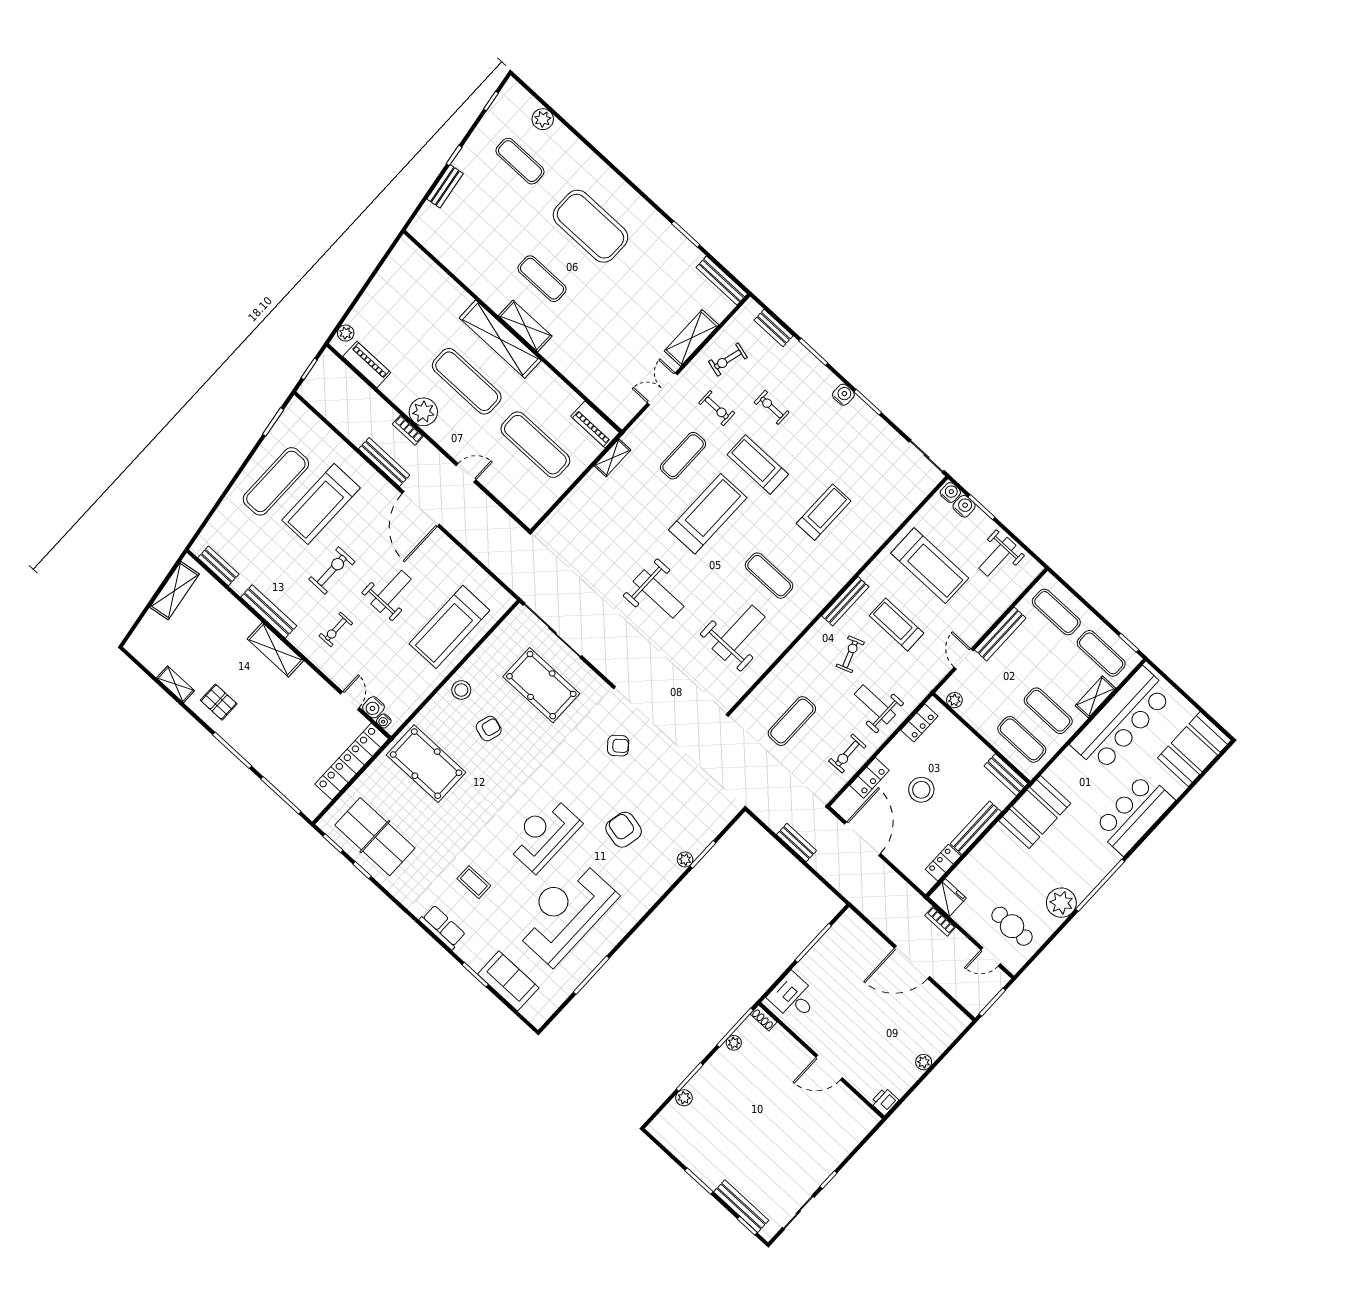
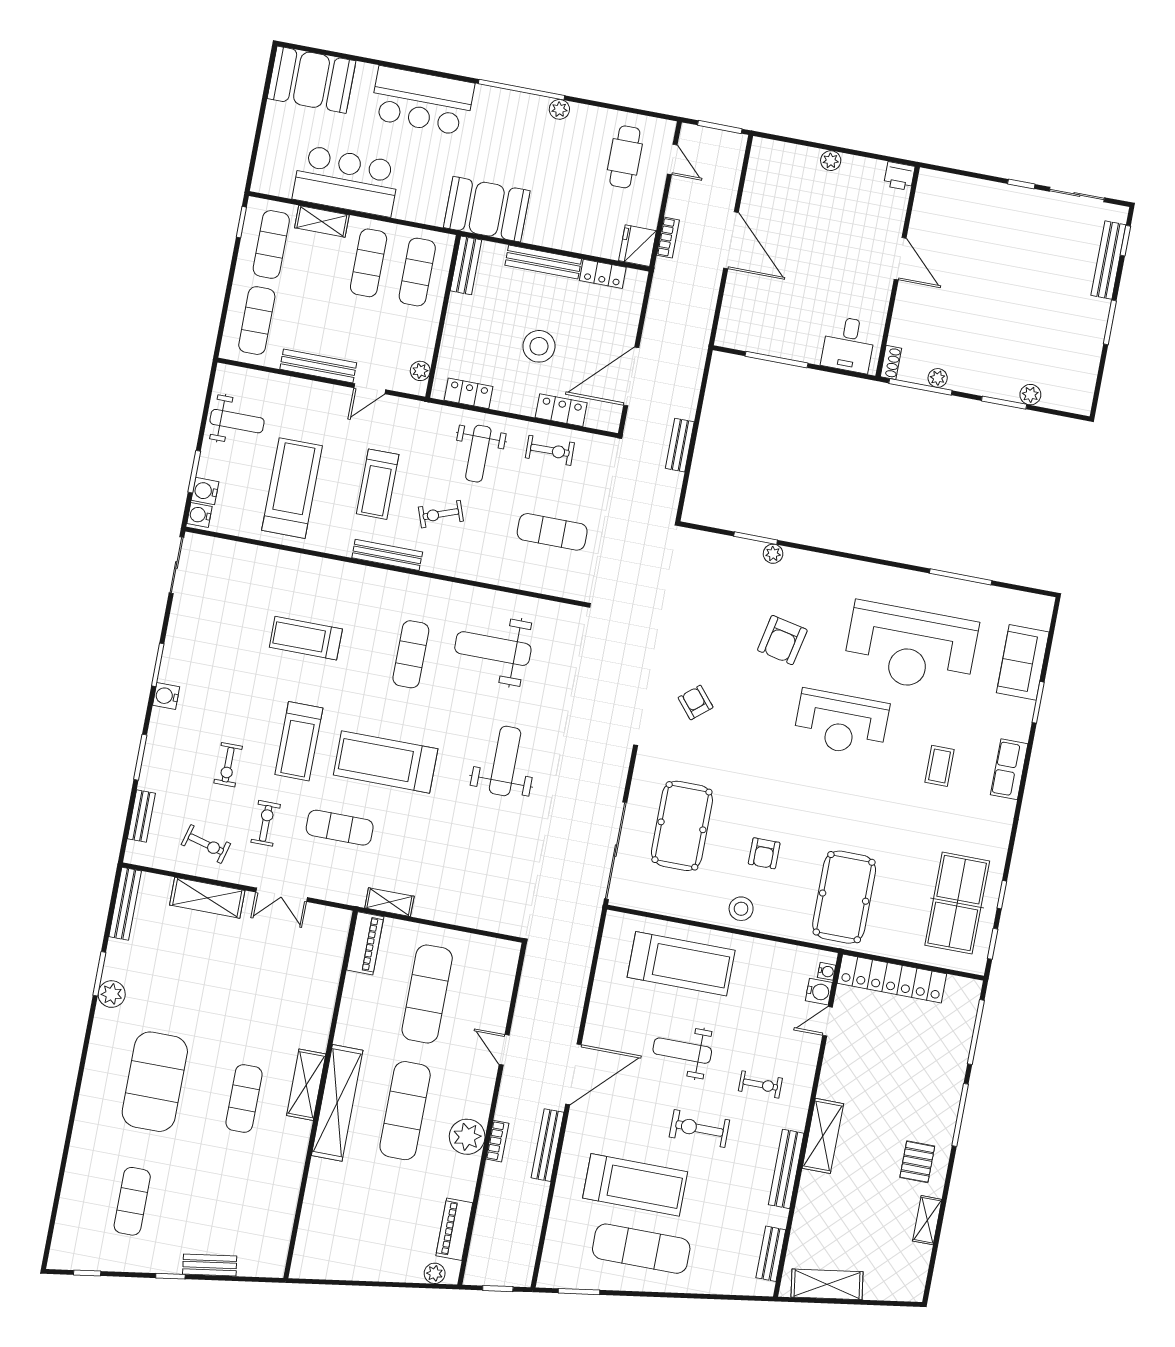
plant: (543, 119) -> (112, 994), moved
bar counter: (1122, 720) -> (346, 181), width x0.73
armchair: (489, 729) -> (764, 853), turned -107
plant: (1061, 903) -> (559, 109), width x0.53, depth x0.53

